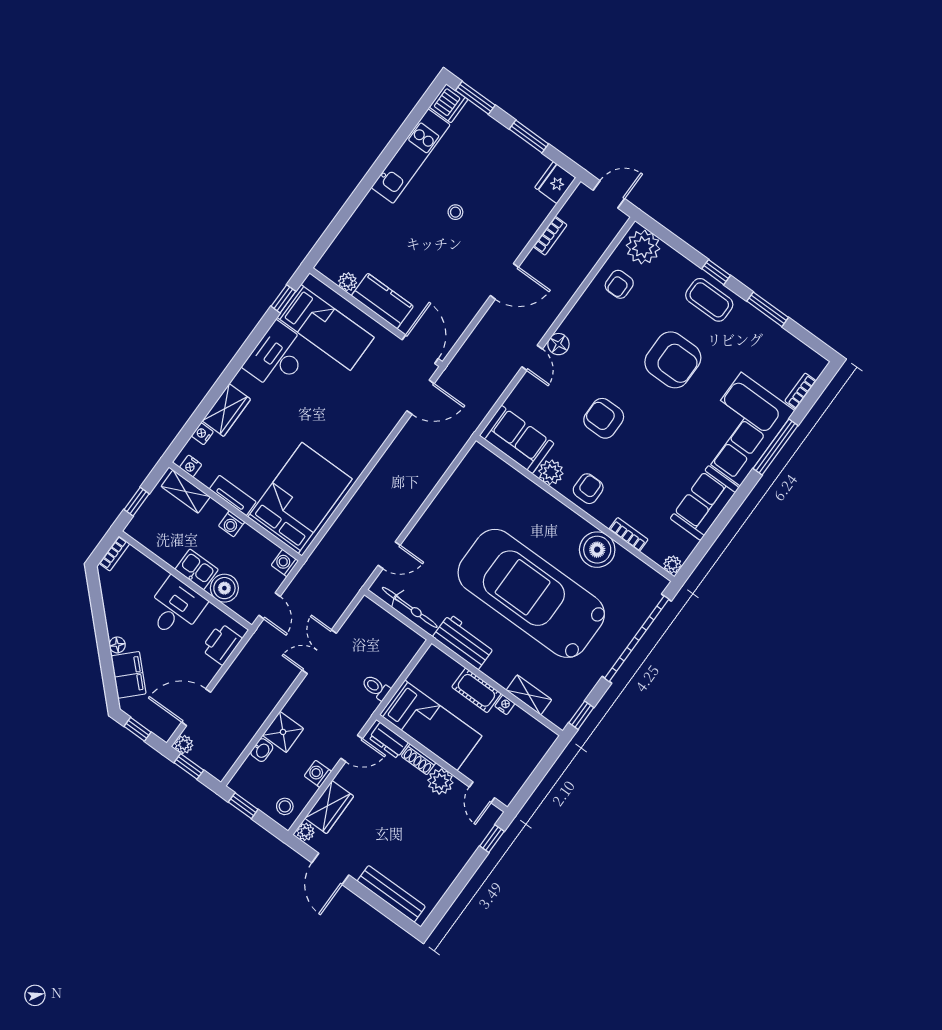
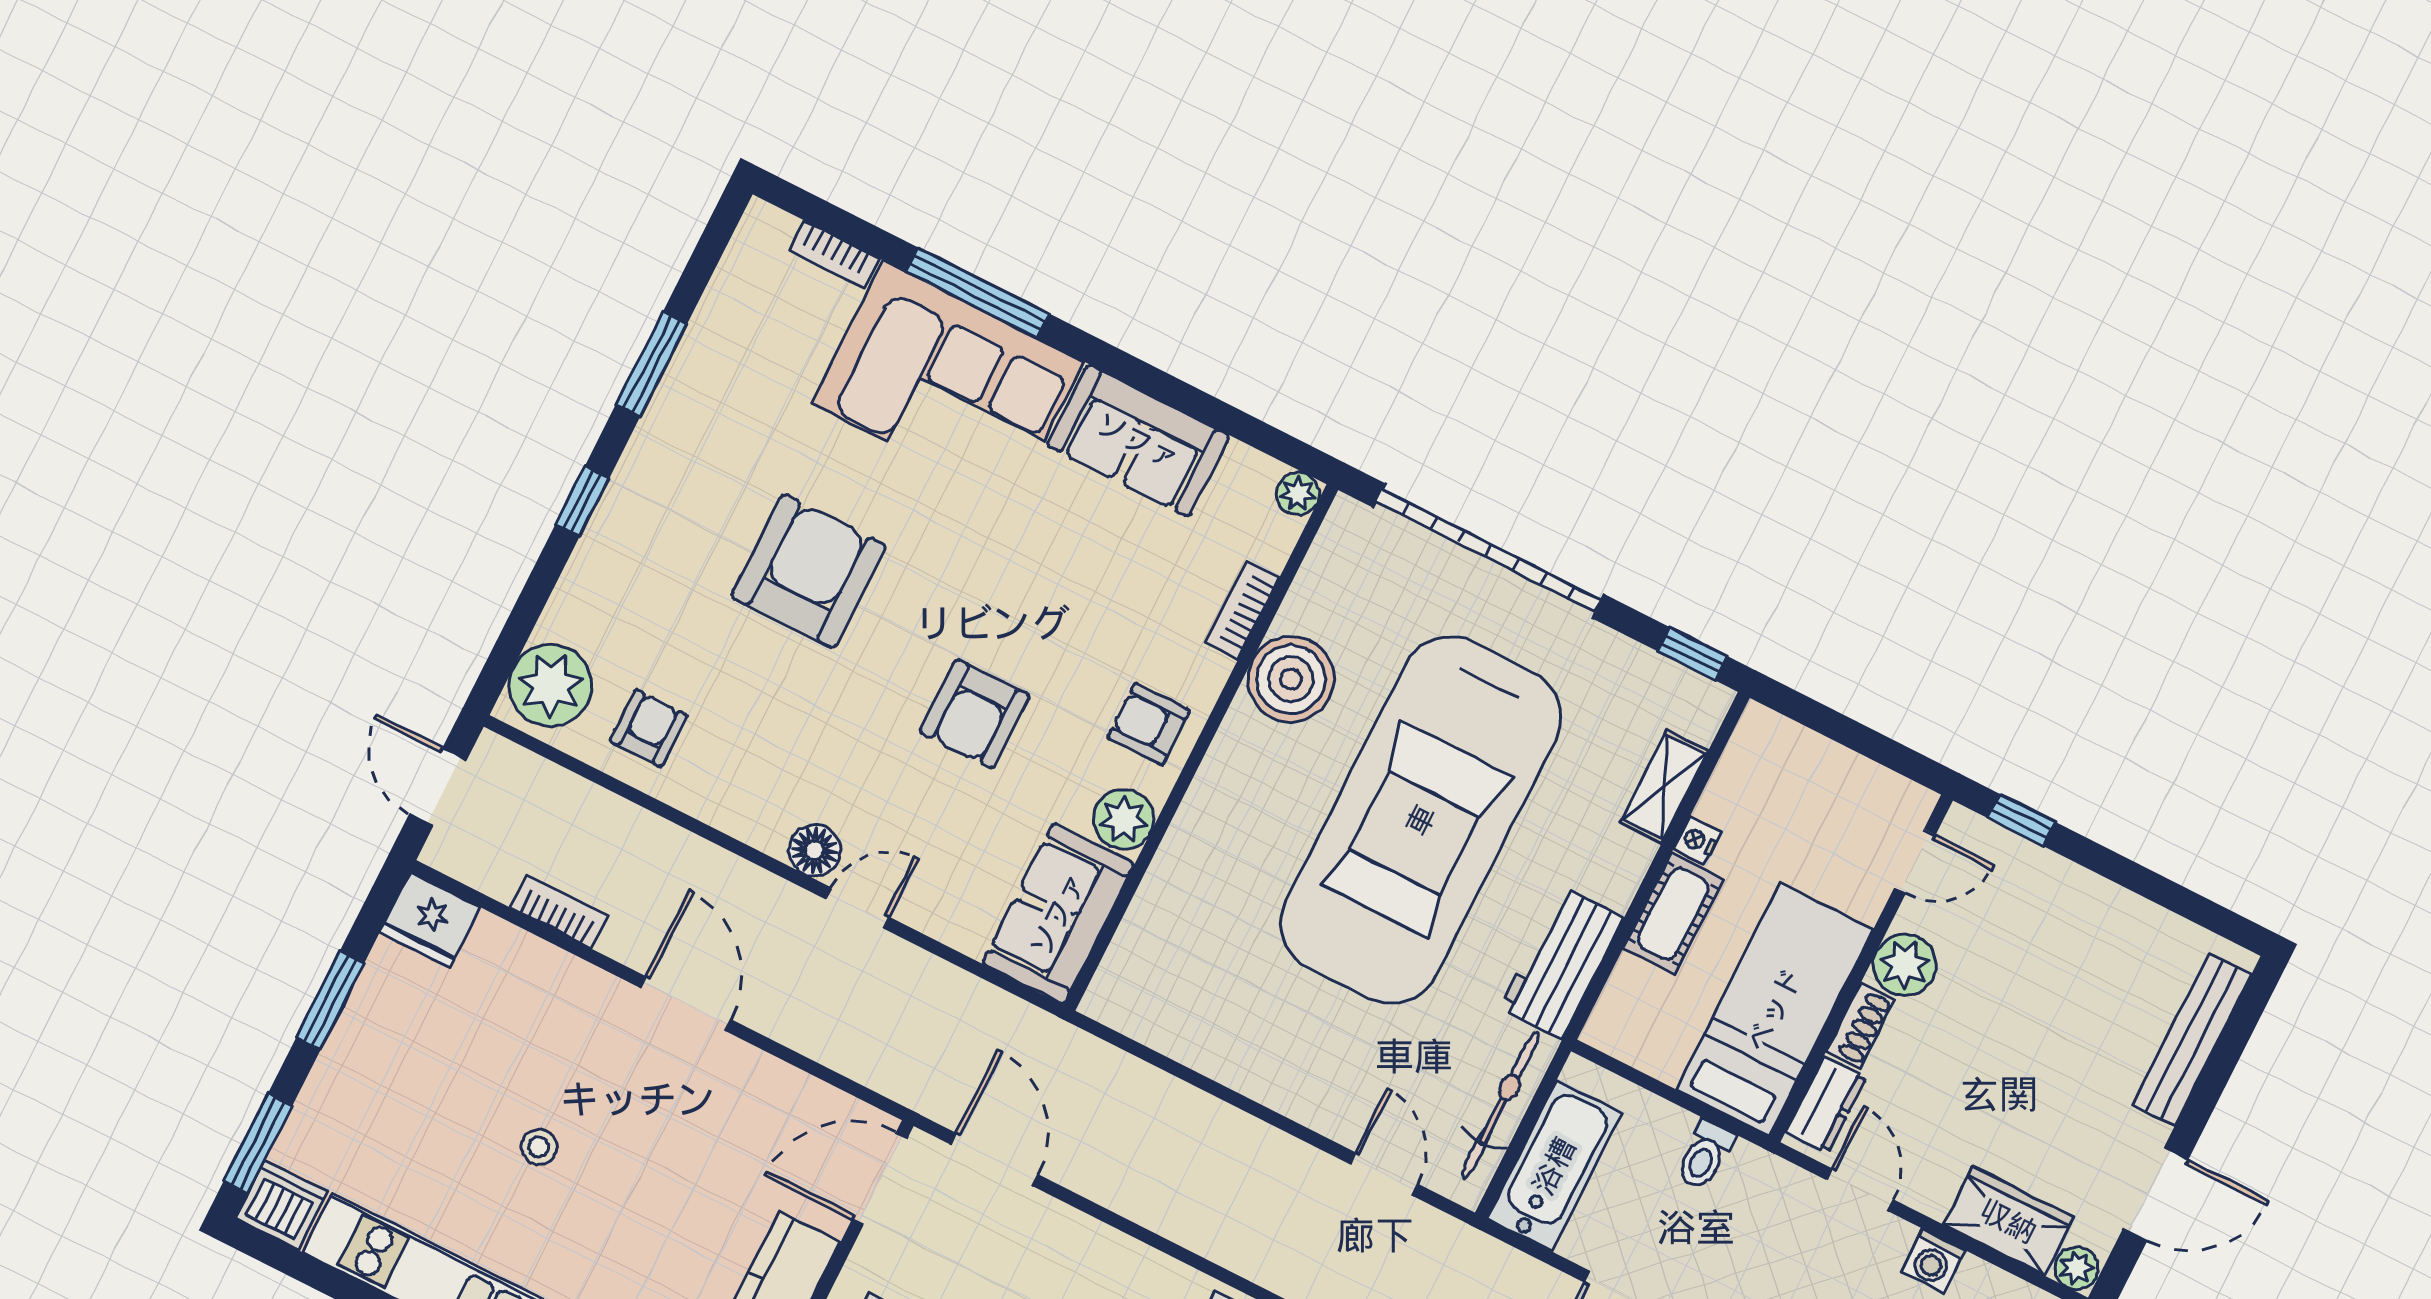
armchair: (619, 284) -> (649, 728), turned -90
coffee table: (709, 300) -> (651, 507), removed
bathtub: (381, 625) -> (1554, 1166), added

